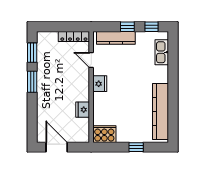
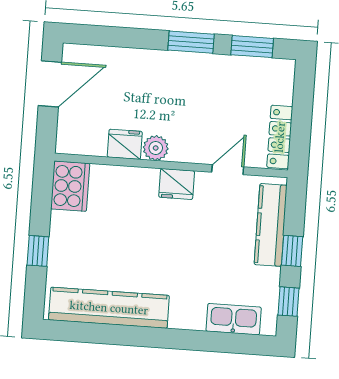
plant: (83, 95) -> (156, 148), added

